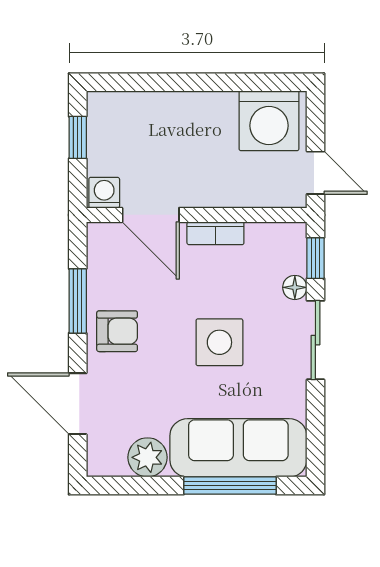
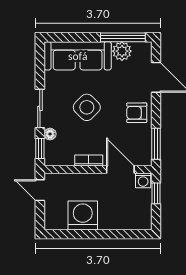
washing machine: (269, 121) -> (83, 215), moved
window: (78, 137) -> (156, 193), moved
window: (78, 301) -> (156, 144), moved
side table: (219, 342) -> (87, 107), turned 45
window: (230, 486) -> (123, 37), moved

